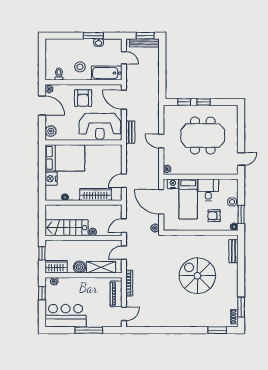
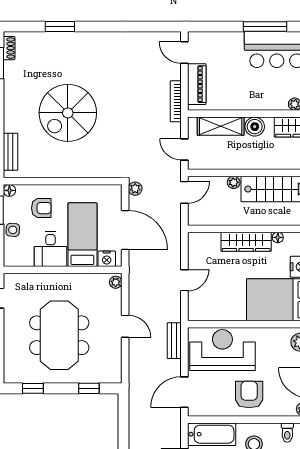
door: (124, 100) -> (184, 392), swing flipped
window: (204, 102) -> (33, 388), moved
meeting table: (203, 136) -> (59, 335), turned 90
door: (124, 181) -> (184, 280), moved
wardrobe: (96, 194) -> (246, 242), moved
door: (124, 253) -> (184, 149), swing flipped
spiral stairs: (197, 276) -> (68, 113), turned 90
door: (124, 314) -> (184, 53), hinge flipped
window: (89, 330) -> (265, 27), moved
window: (217, 330) -> (60, 27), moved

